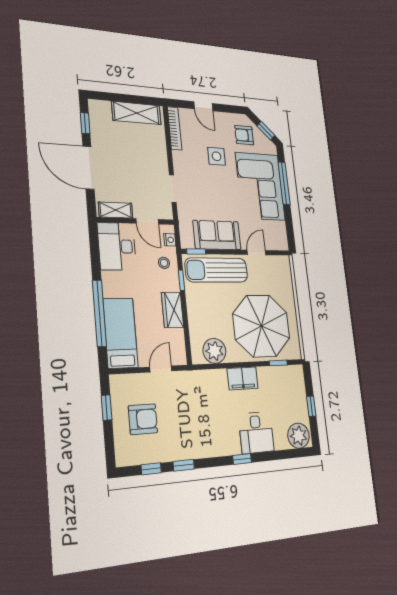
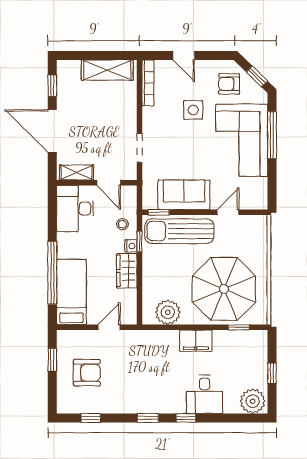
nightstand: (170, 240) -> (131, 246), moved
window: (184, 465) -> (148, 418), moved

